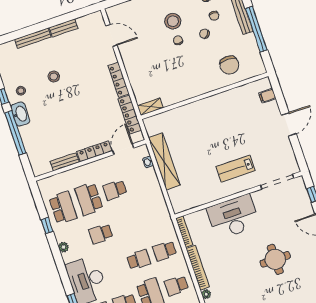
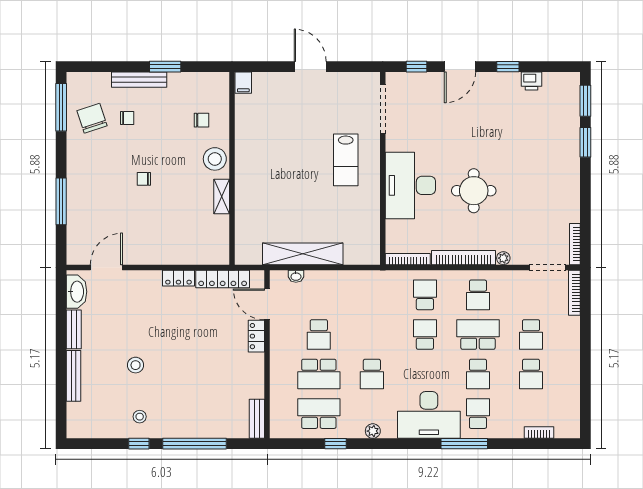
stool: (173, 21) -> (215, 159), moved
window: (256, 29) -> (165, 67), width x0.47
chair: (204, 34) -> (147, 140), removed
chair: (229, 65) -> (201, 120), width x0.54, depth x0.54
locker: (119, 80) -> (178, 278), width x0.66
filing cabinet: (267, 96) -> (243, 83), moved
shelving: (150, 107) -> (222, 196), moved
washbasin: (20, 114) -> (77, 292), moved, turned 90
locker: (94, 151) -> (256, 336), width x0.66
bench: (65, 162) -> (257, 419), moved
school desk: (165, 251) -> (425, 295), turned 180
round table: (275, 259) -> (474, 191), moved

